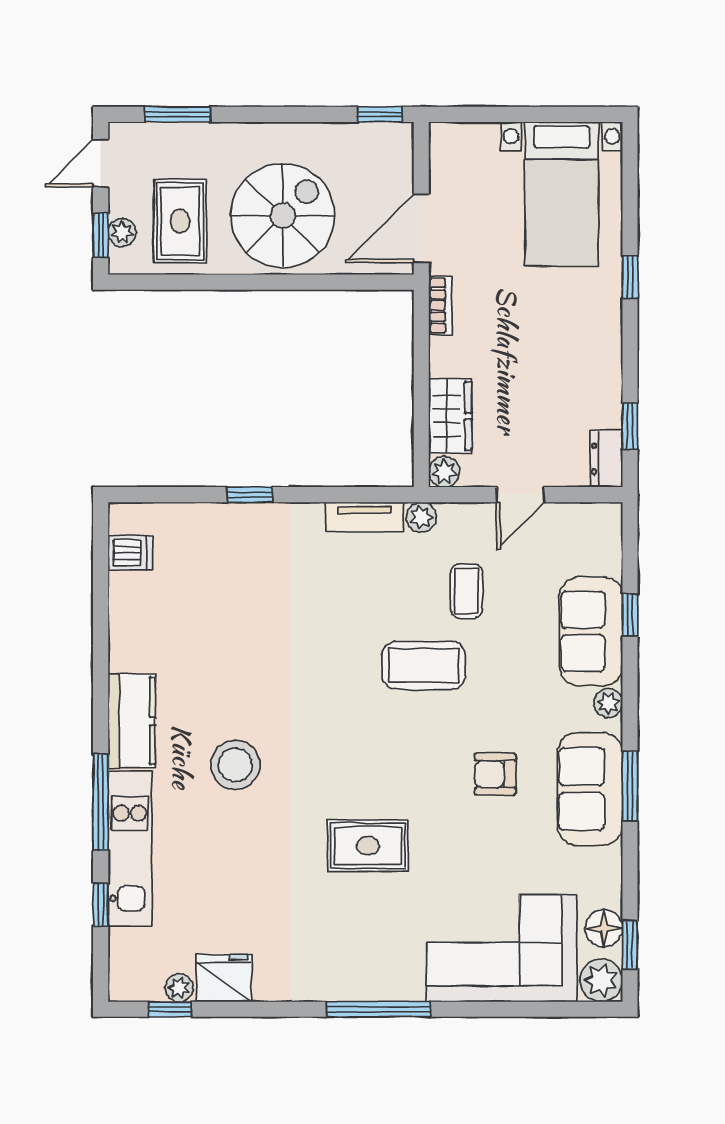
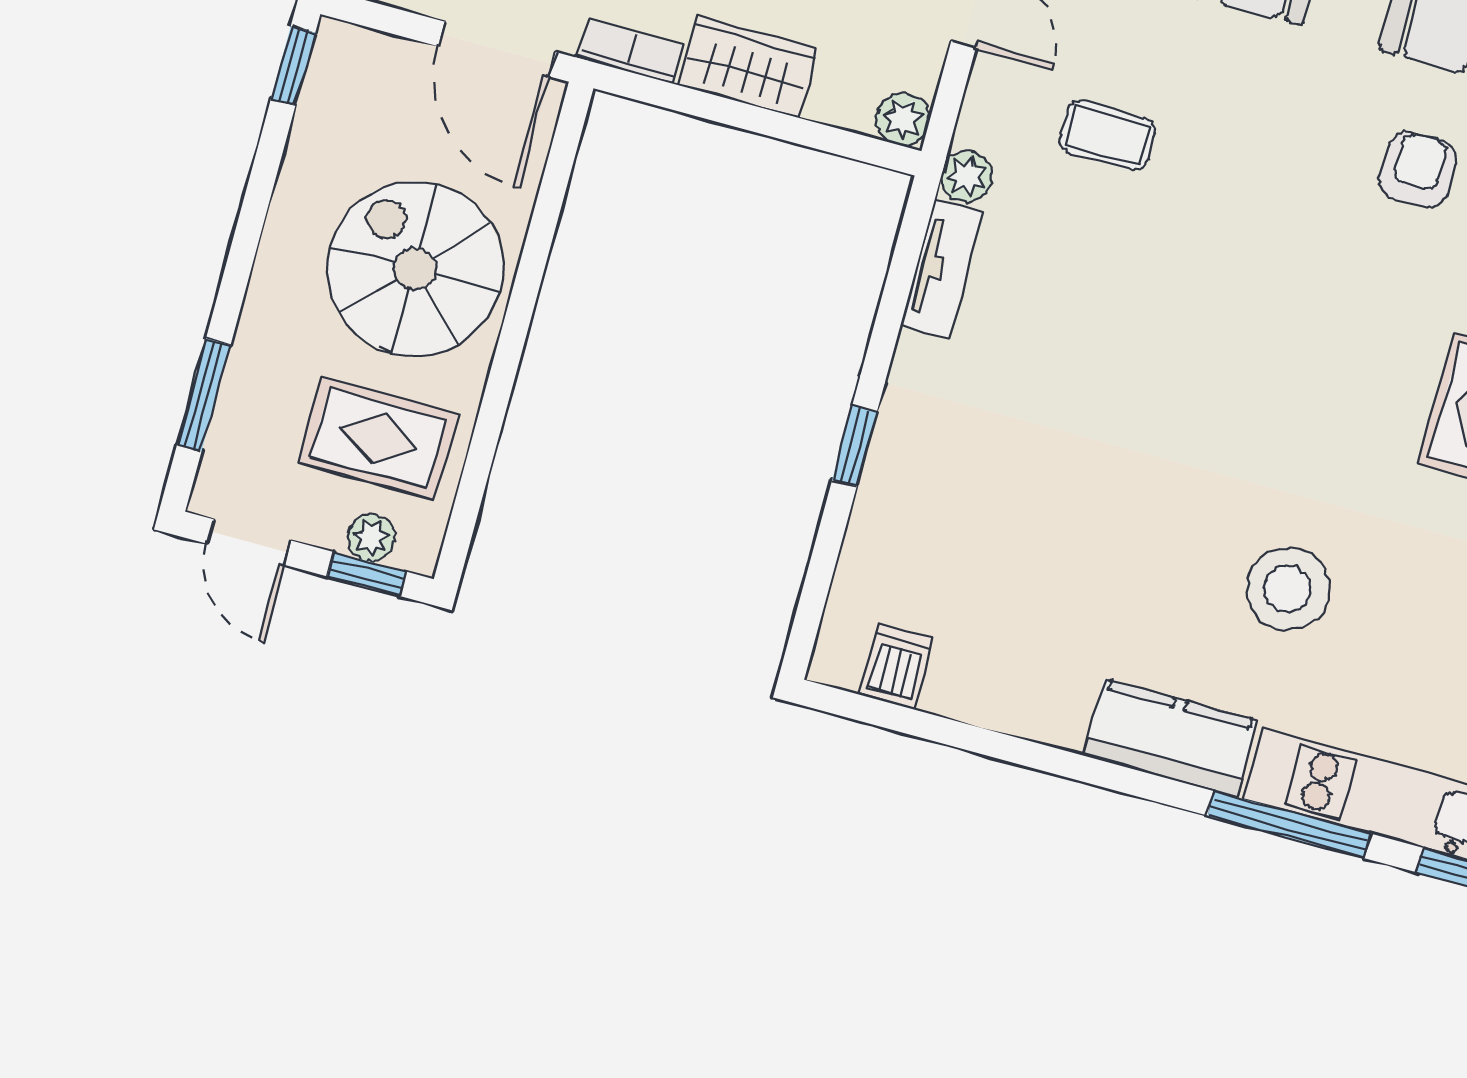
wardrobe: (450, 416) -> (748, 67), moved
coffee table: (424, 665) -> (1209, 238), removed
armchair: (495, 774) -> (1418, 170), turned 180

